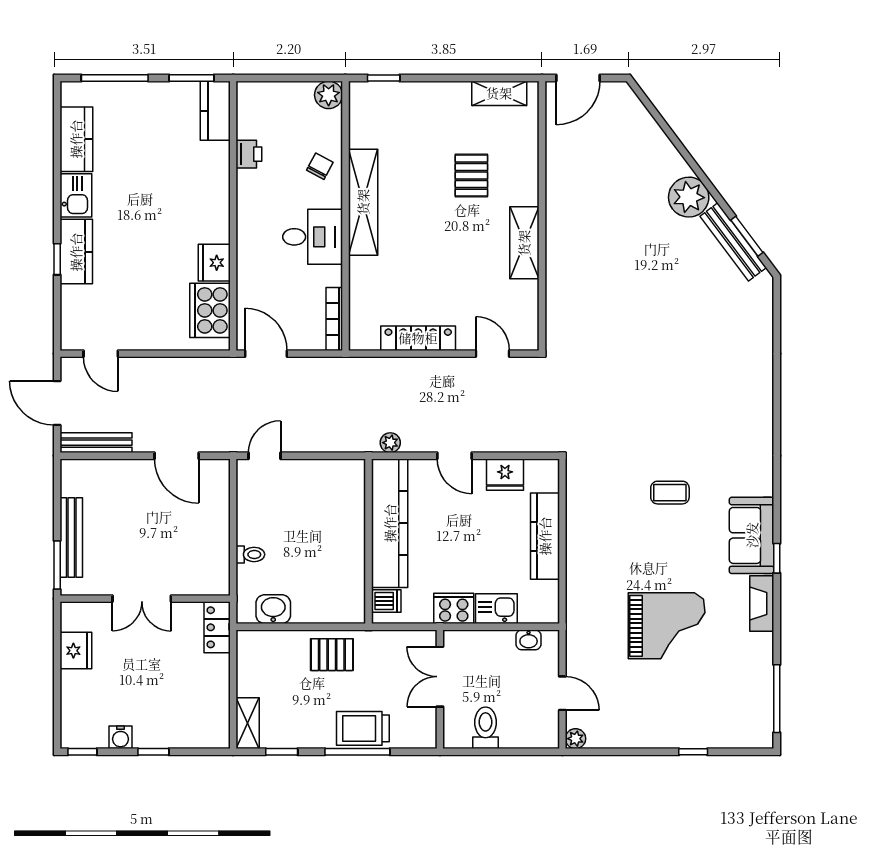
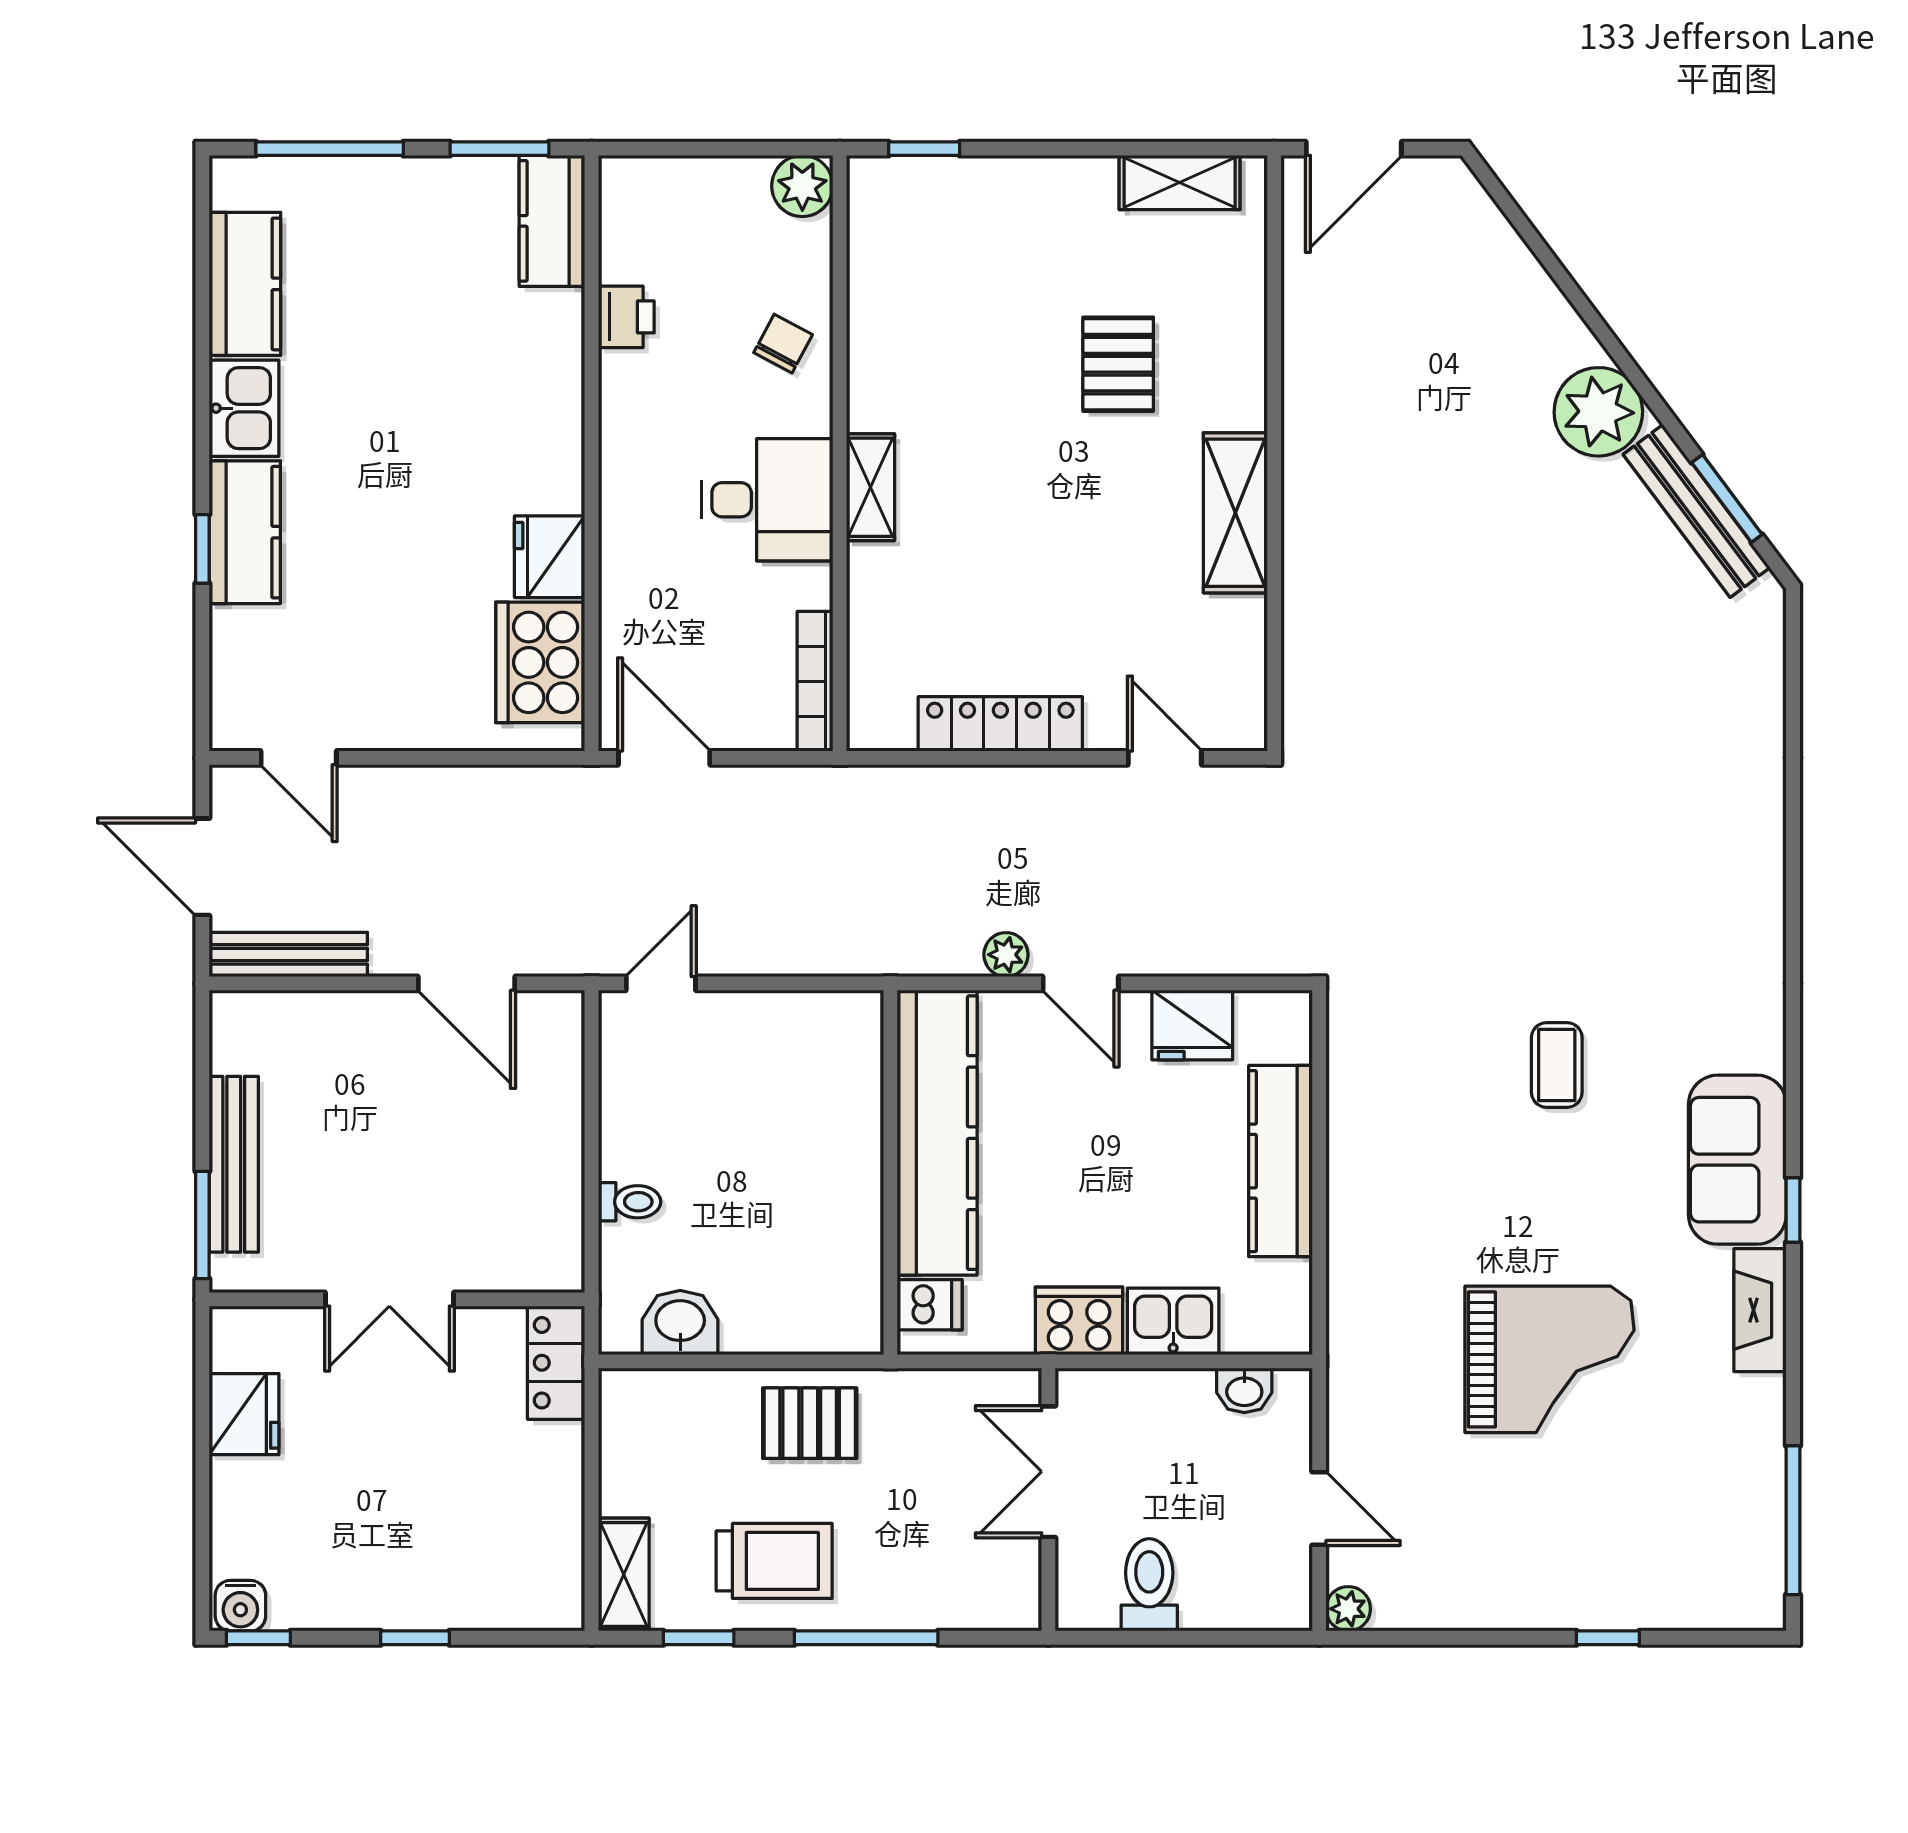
shelving: (363, 202) -> (870, 487), width x0.45, depth x0.75
plant: (390, 443) -> (1006, 955), moved
coffee table: (670, 493) -> (1557, 1065), turned 90
trolley: (363, 728) -> (774, 1561), moved, turned 180
water cooler: (121, 737) -> (240, 1606), moved

